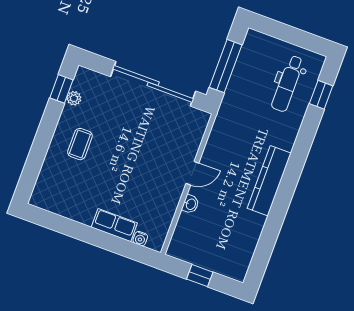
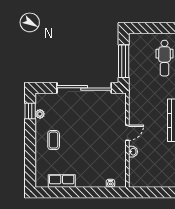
row of seats: (114, 225) -> (62, 181), moved
window: (200, 276) -> (154, 192), removed

